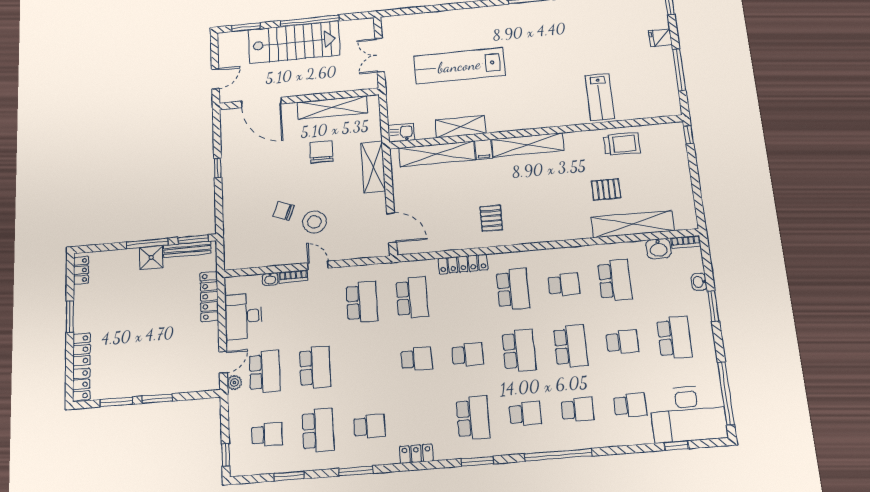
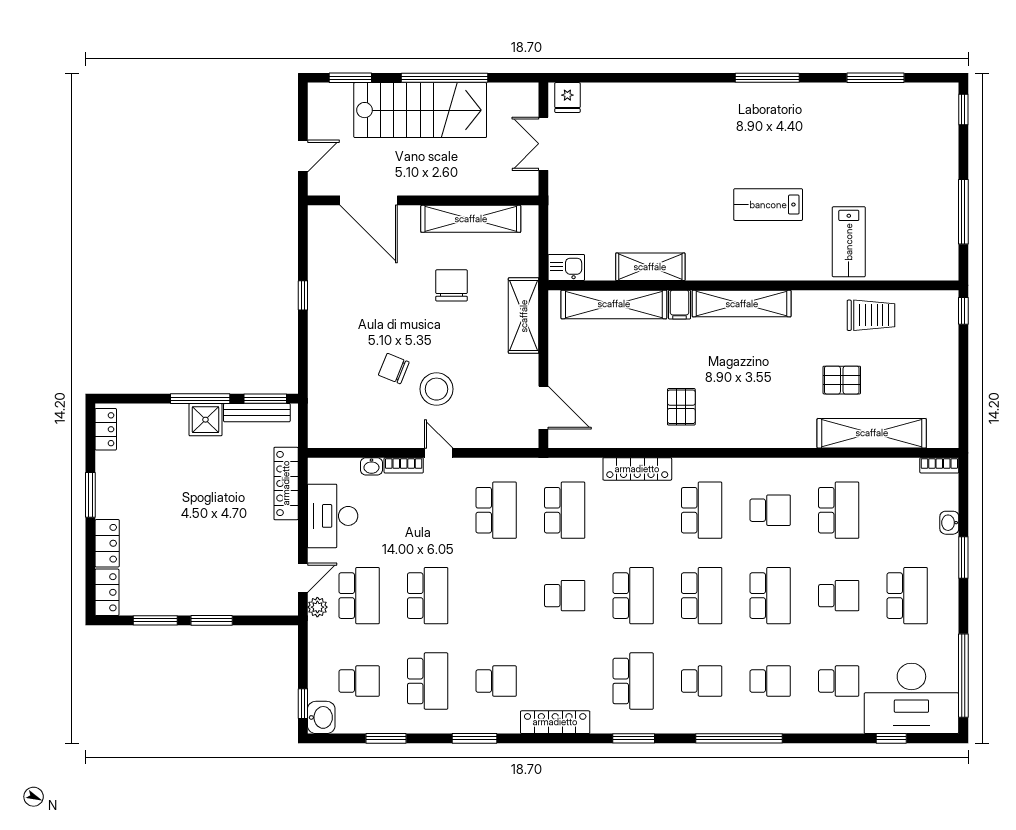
fridge: (660, 38) -> (567, 98), moved, turned -90
lab bench: (459, 66) -> (768, 205), moved, width x0.54, depth x0.72
washbasin: (658, 249) -> (321, 717), moved, turned -90
school desk: (468, 355) -> (633, 596), width x1.85
locker: (416, 454) -> (555, 722), width x1.53

